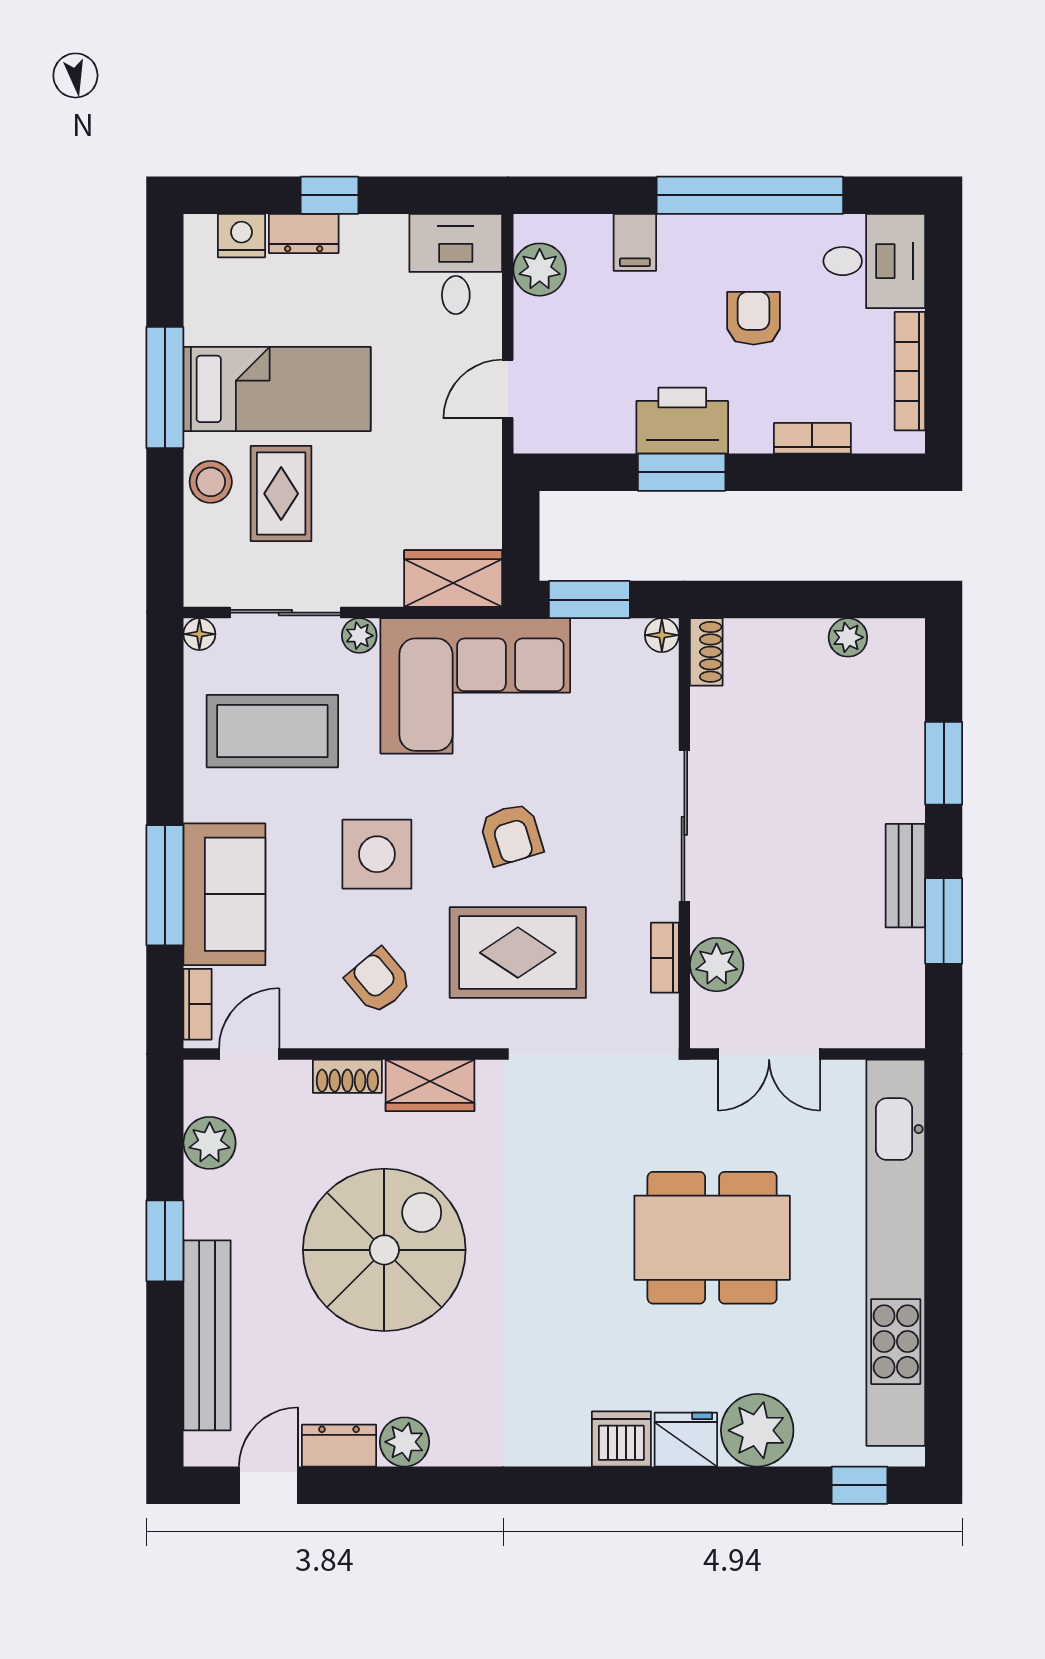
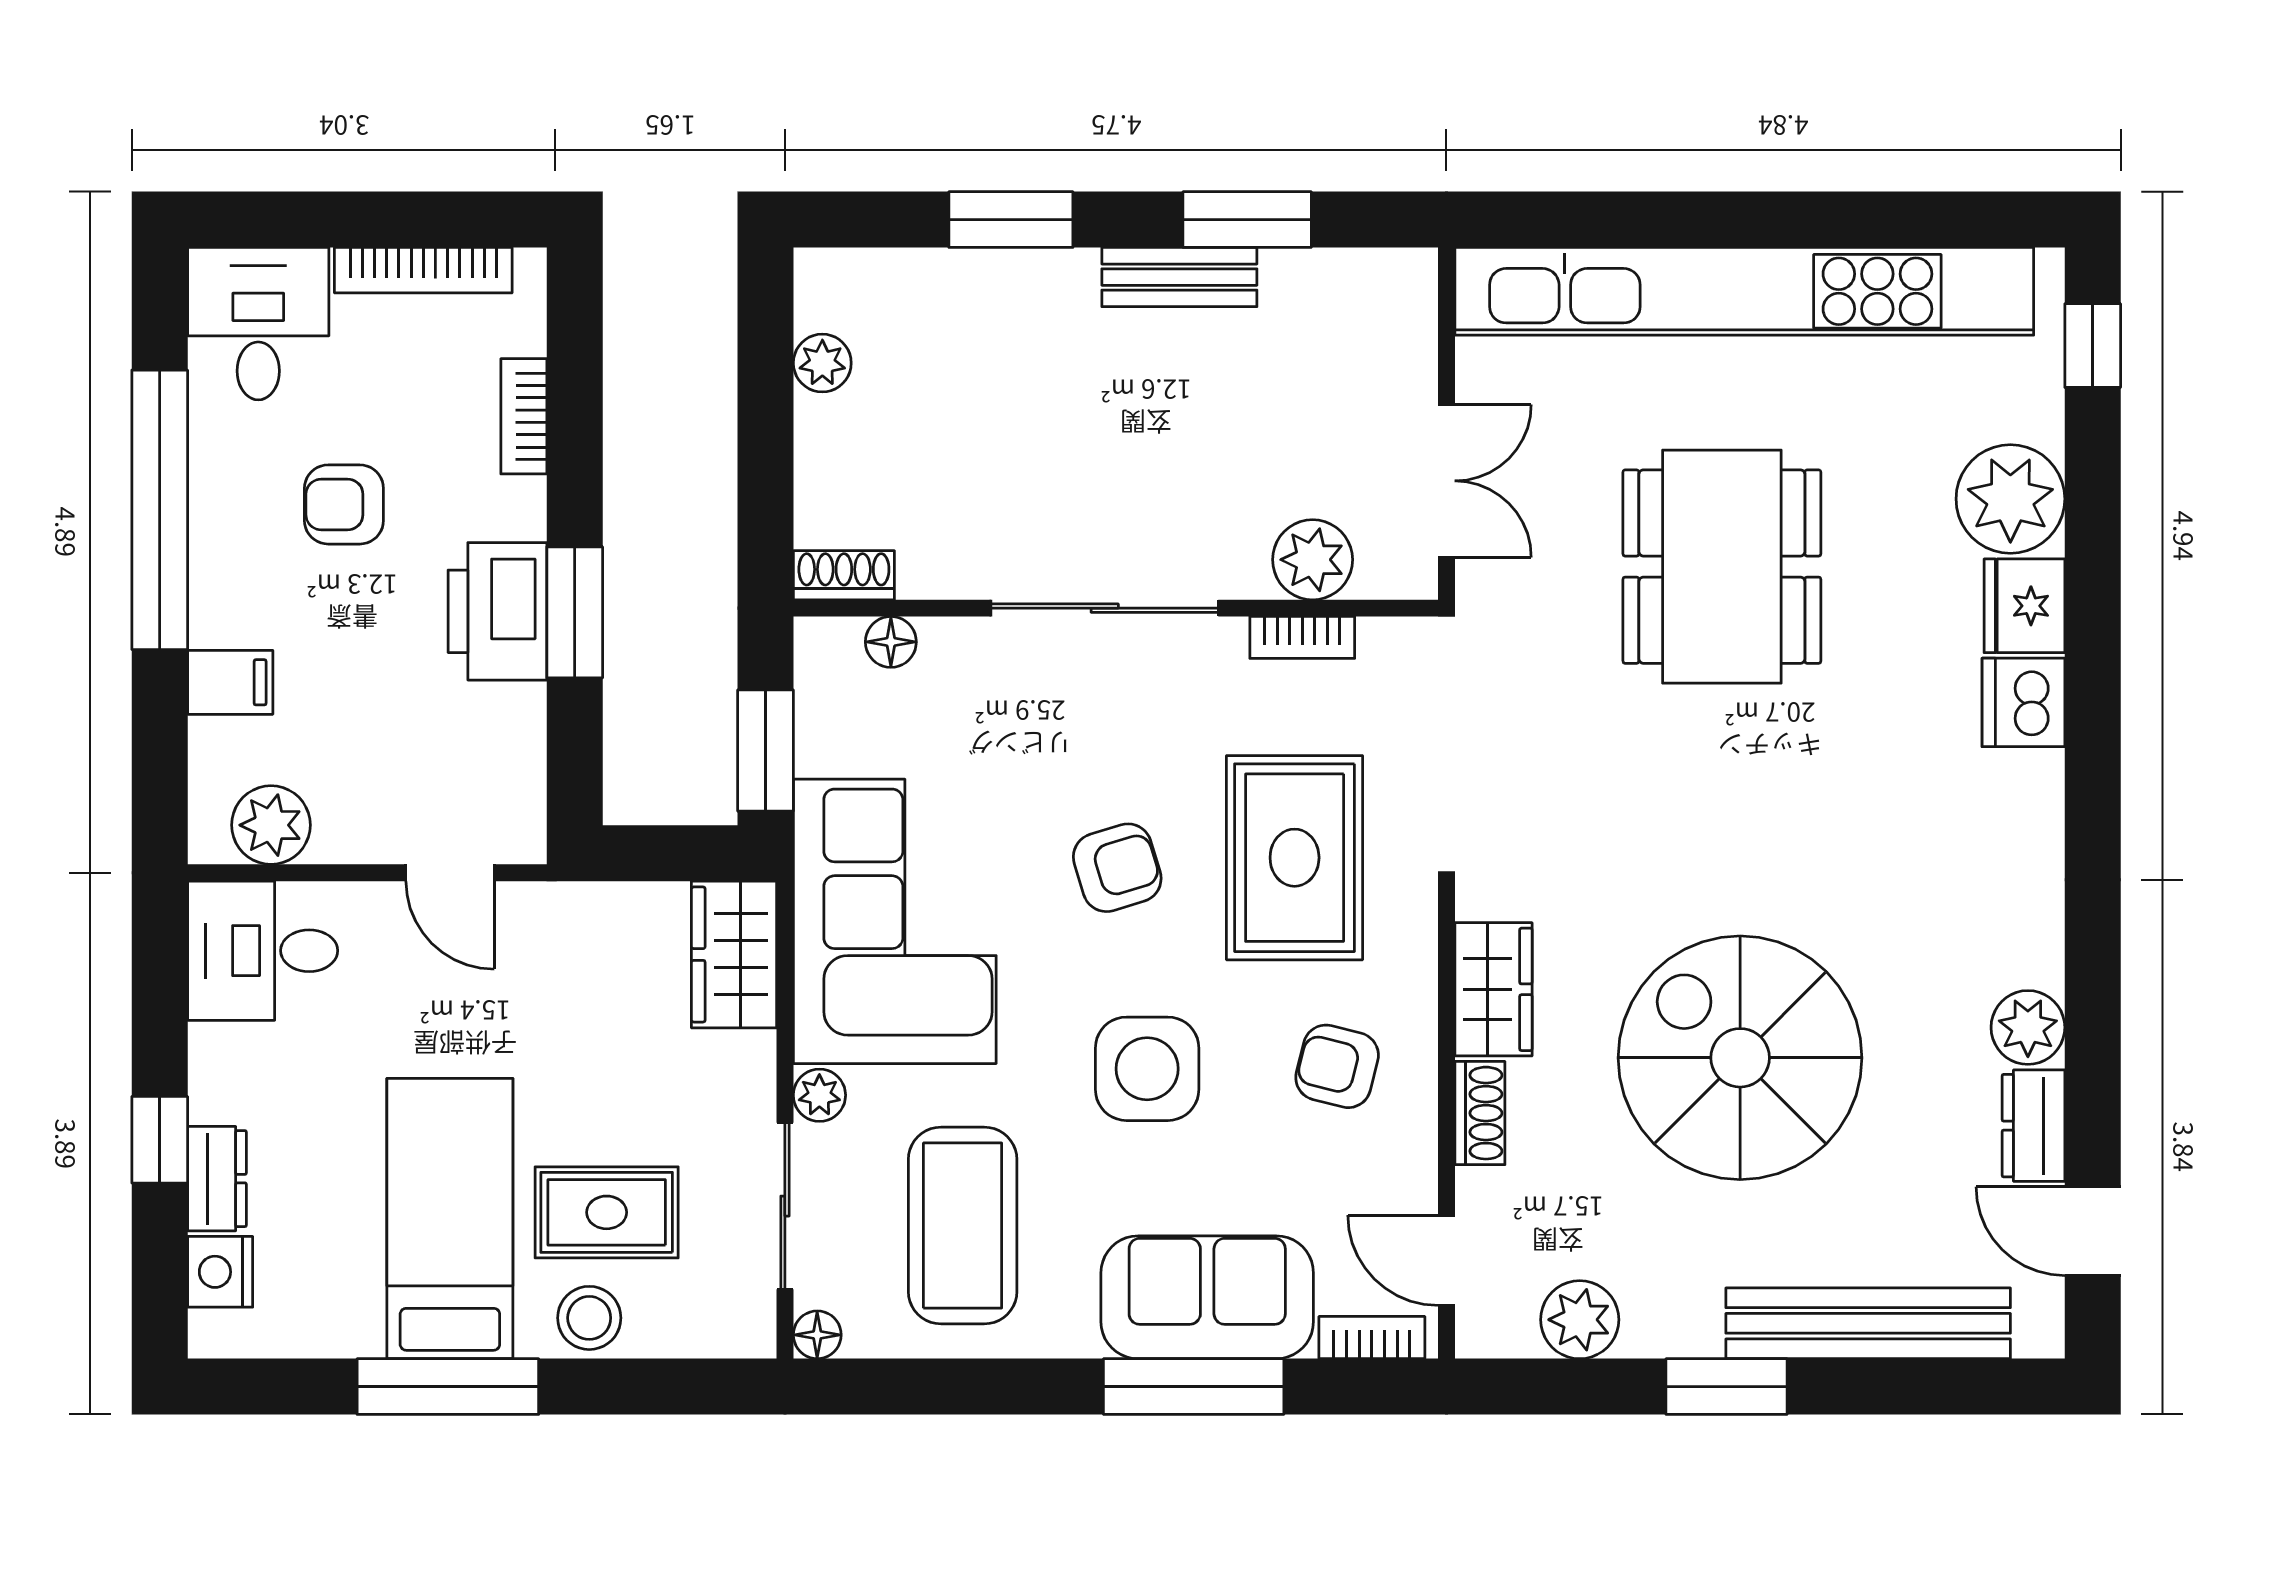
floor lamp: (662, 635) -> (891, 642), moved
armchair: (379, 981) -> (1337, 1066), turned 54

